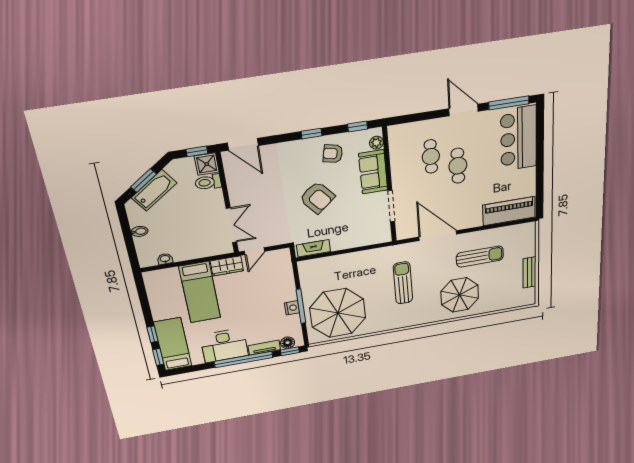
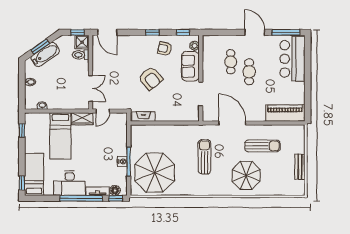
window: (152, 334) -> (22, 130), moved

